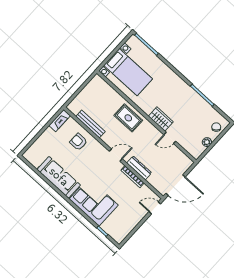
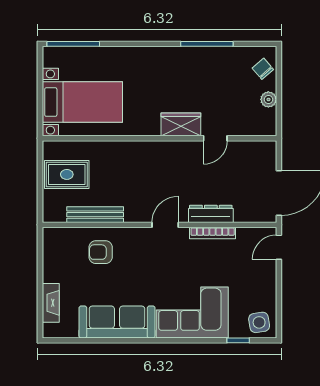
rug: (128, 118) -> (67, 174), moved
fireplace: (60, 121) -> (51, 303), moved
side table: (118, 232) -> (259, 322), added

